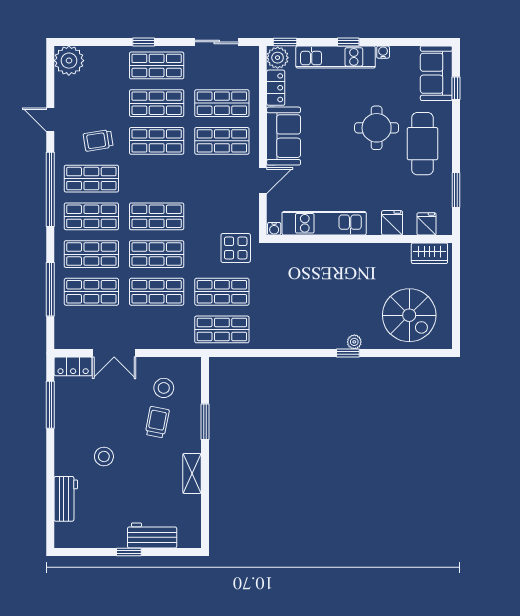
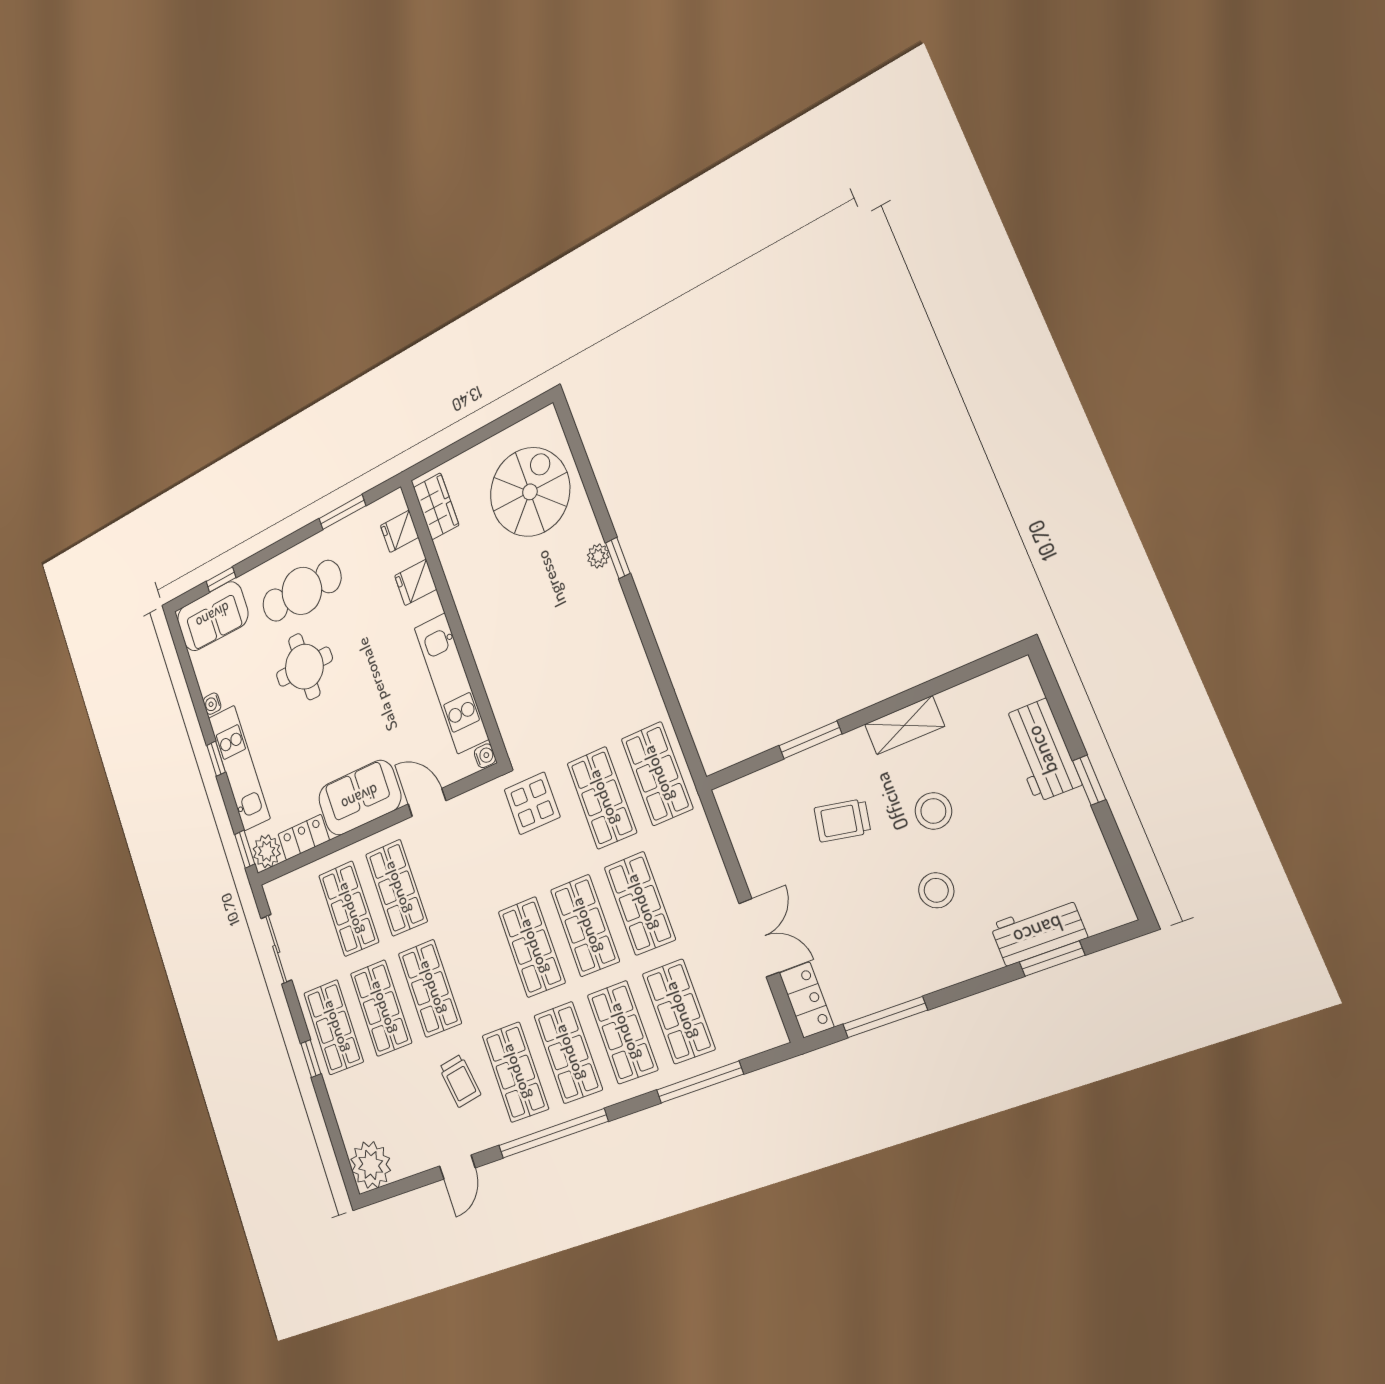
stool: (164, 388) -> (933, 811), moved
window: (50, 500) -> (1052, 959), added

